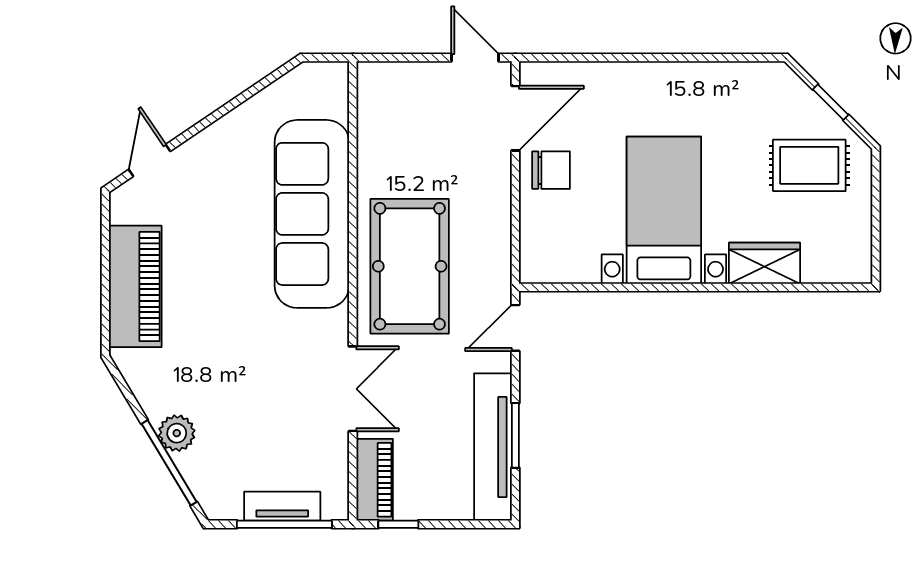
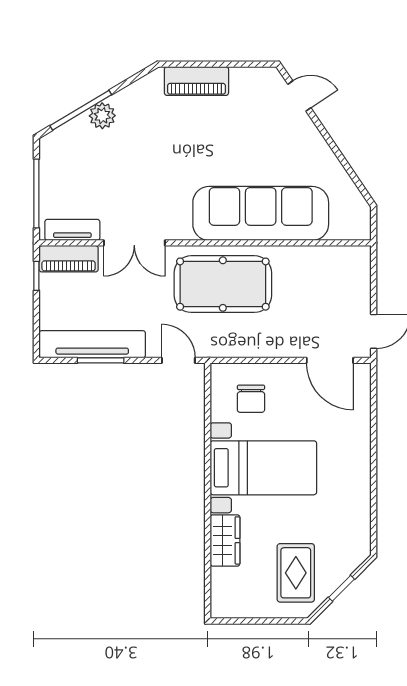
chair: (551, 170) -> (251, 399), moved
piano: (135, 286) -> (196, 81), width x0.73, depth x0.75
tv unit: (282, 506) -> (72, 230), moved, turned -90

